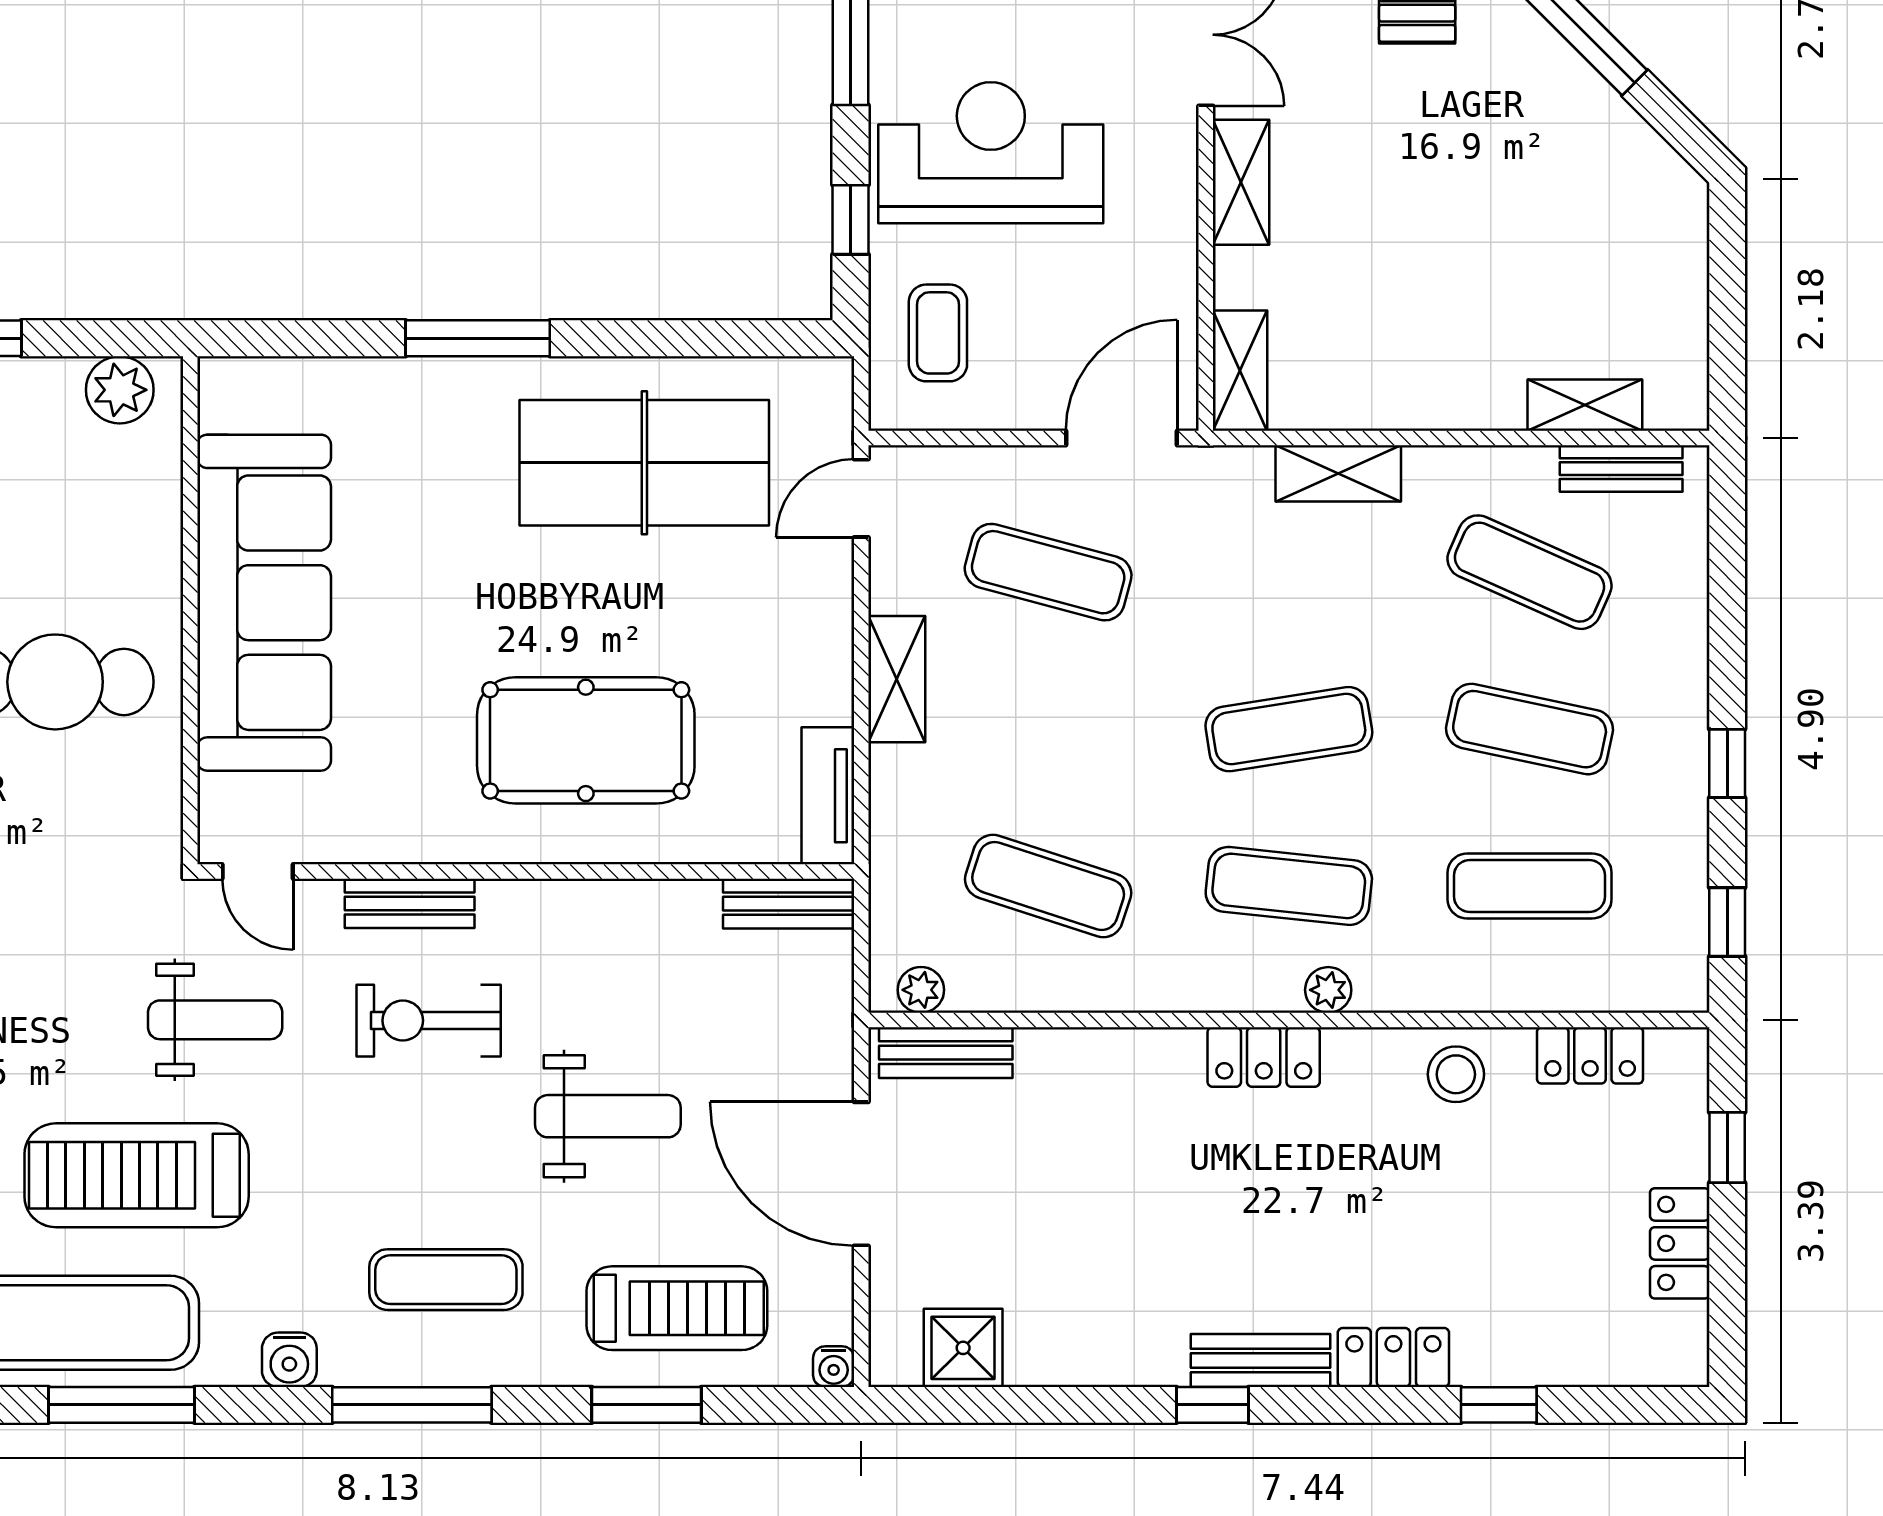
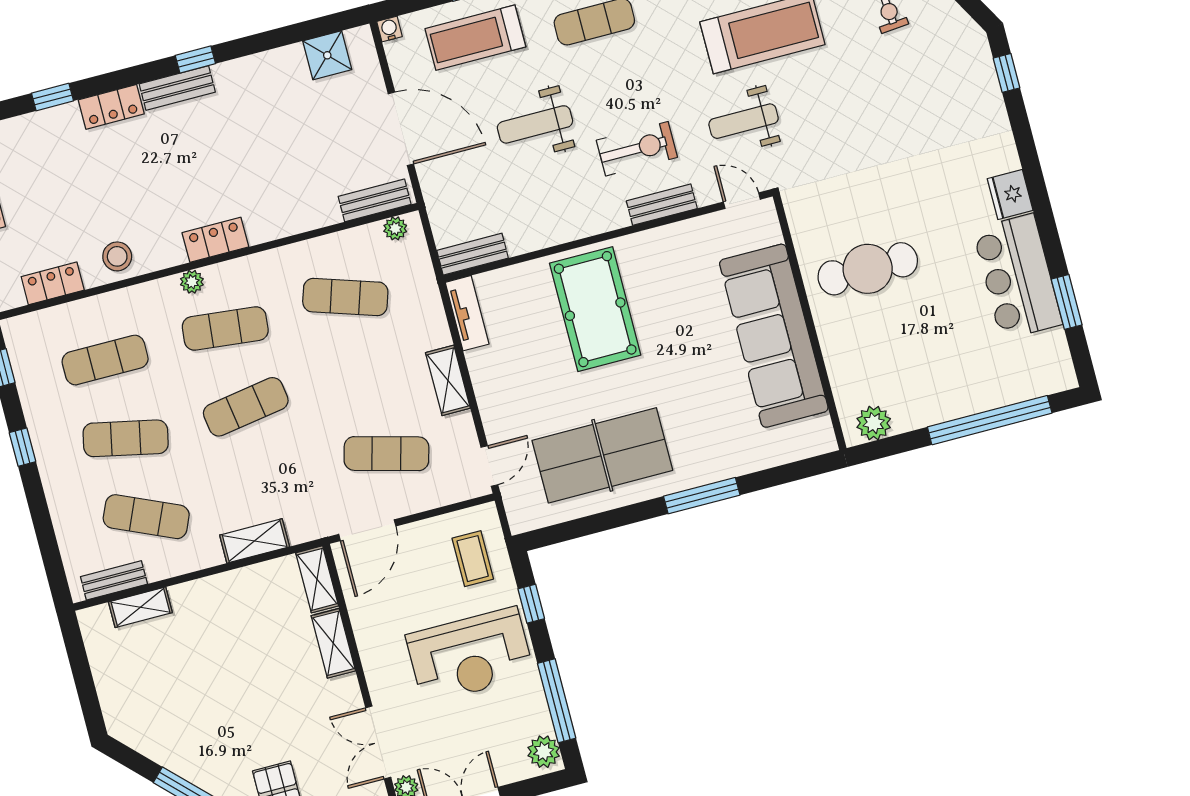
shelving: (1241, 182) -> (333, 643), moved
pool table: (586, 740) -> (595, 309), turned 90

